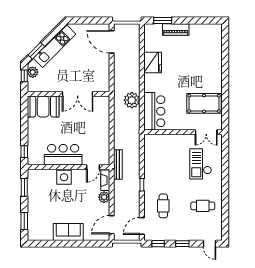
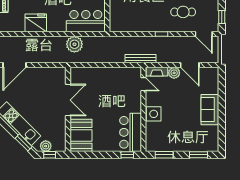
bar counter: (63, 155) -> (131, 132), moved
door: (112, 225) -> (190, 65), moved

